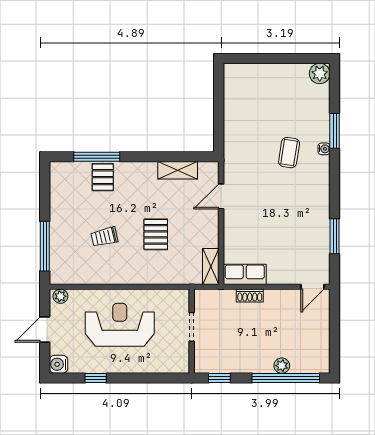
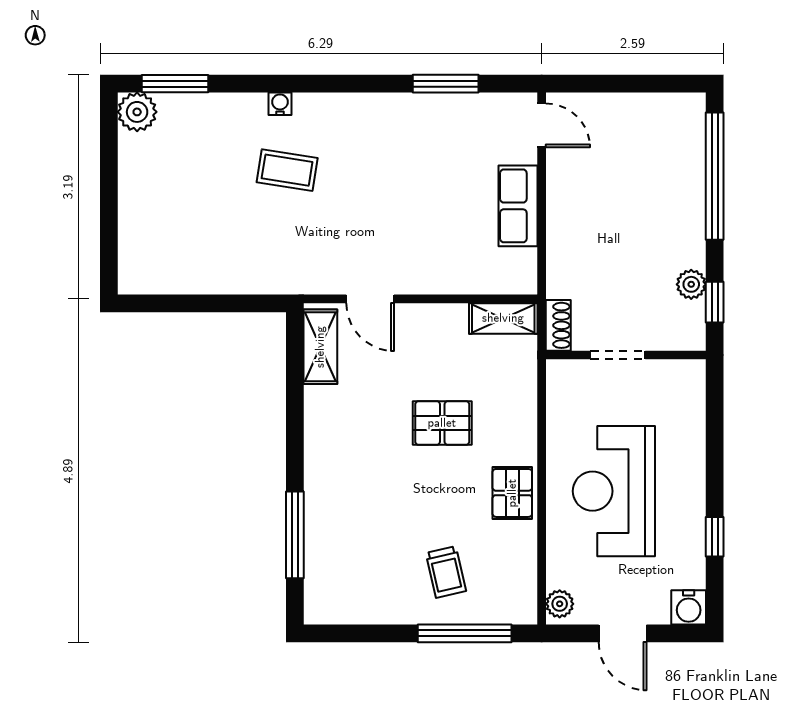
window: (335, 131) -> (175, 84), moved
shelving: (178, 170) -> (320, 347), moved
pallet: (103, 177) -> (512, 493), moved, turned 90
trolley: (104, 237) -> (446, 572), moved
row of seats: (245, 274) -> (518, 206), moved
shoe rack: (250, 296) -> (558, 325), moved
plant: (282, 366) -> (691, 284), moved

